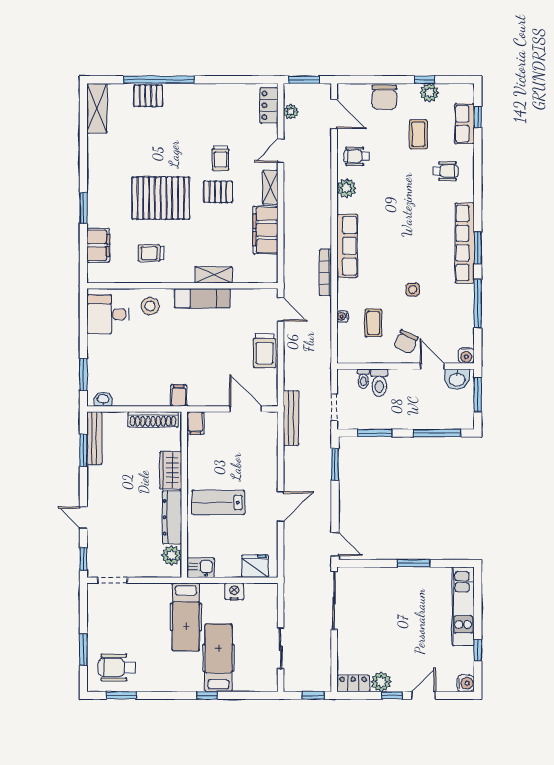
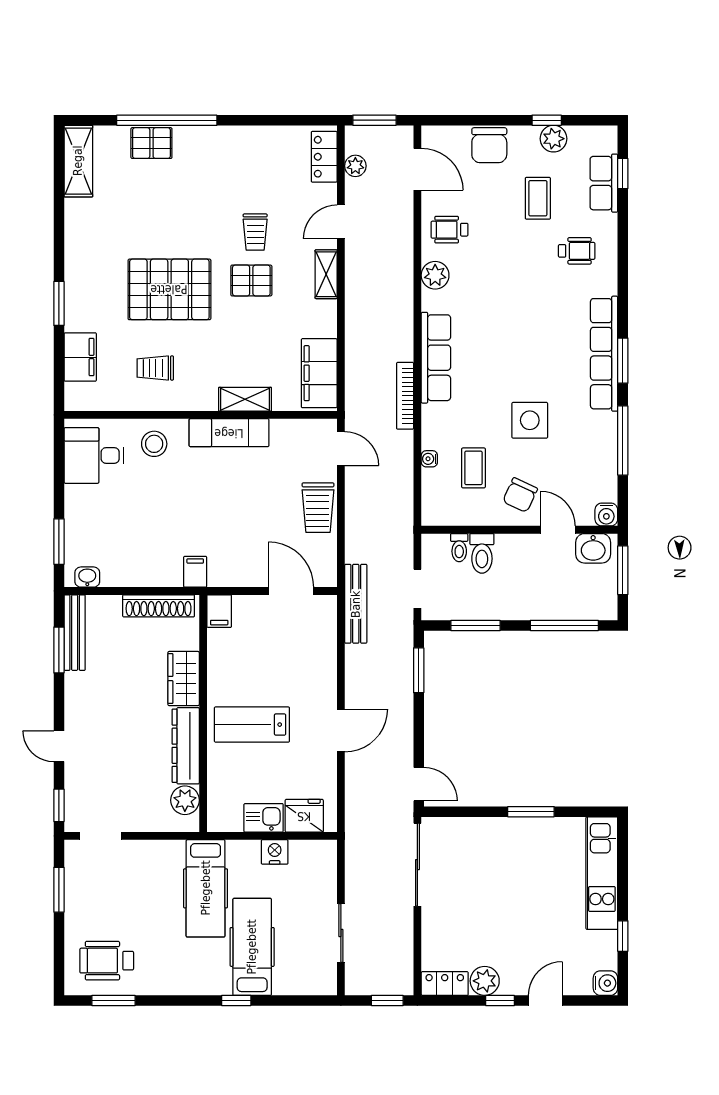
filing cabinet: (265, 230) -> (319, 373), moved
side table: (413, 290) -> (530, 420), width x1.87, depth x1.87
kitchen sink: (201, 568) -> (264, 818), moved
window: (83, 650) -> (59, 890), moved

